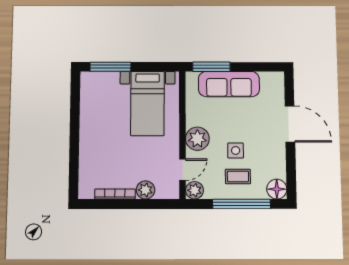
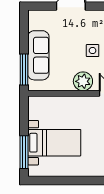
bed with nightstands: (147, 103) -> (54, 143), moved

